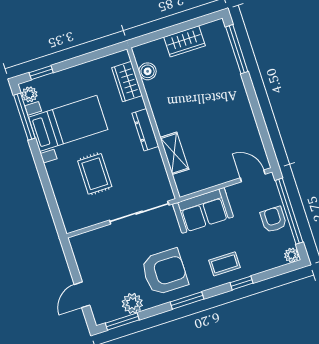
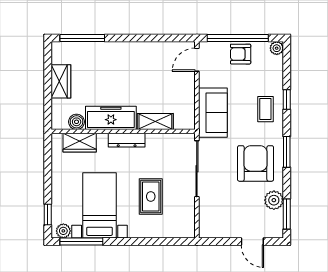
freezer: (163, 106) -> (111, 118), added
rug: (95, 174) -> (151, 197), turned 90

